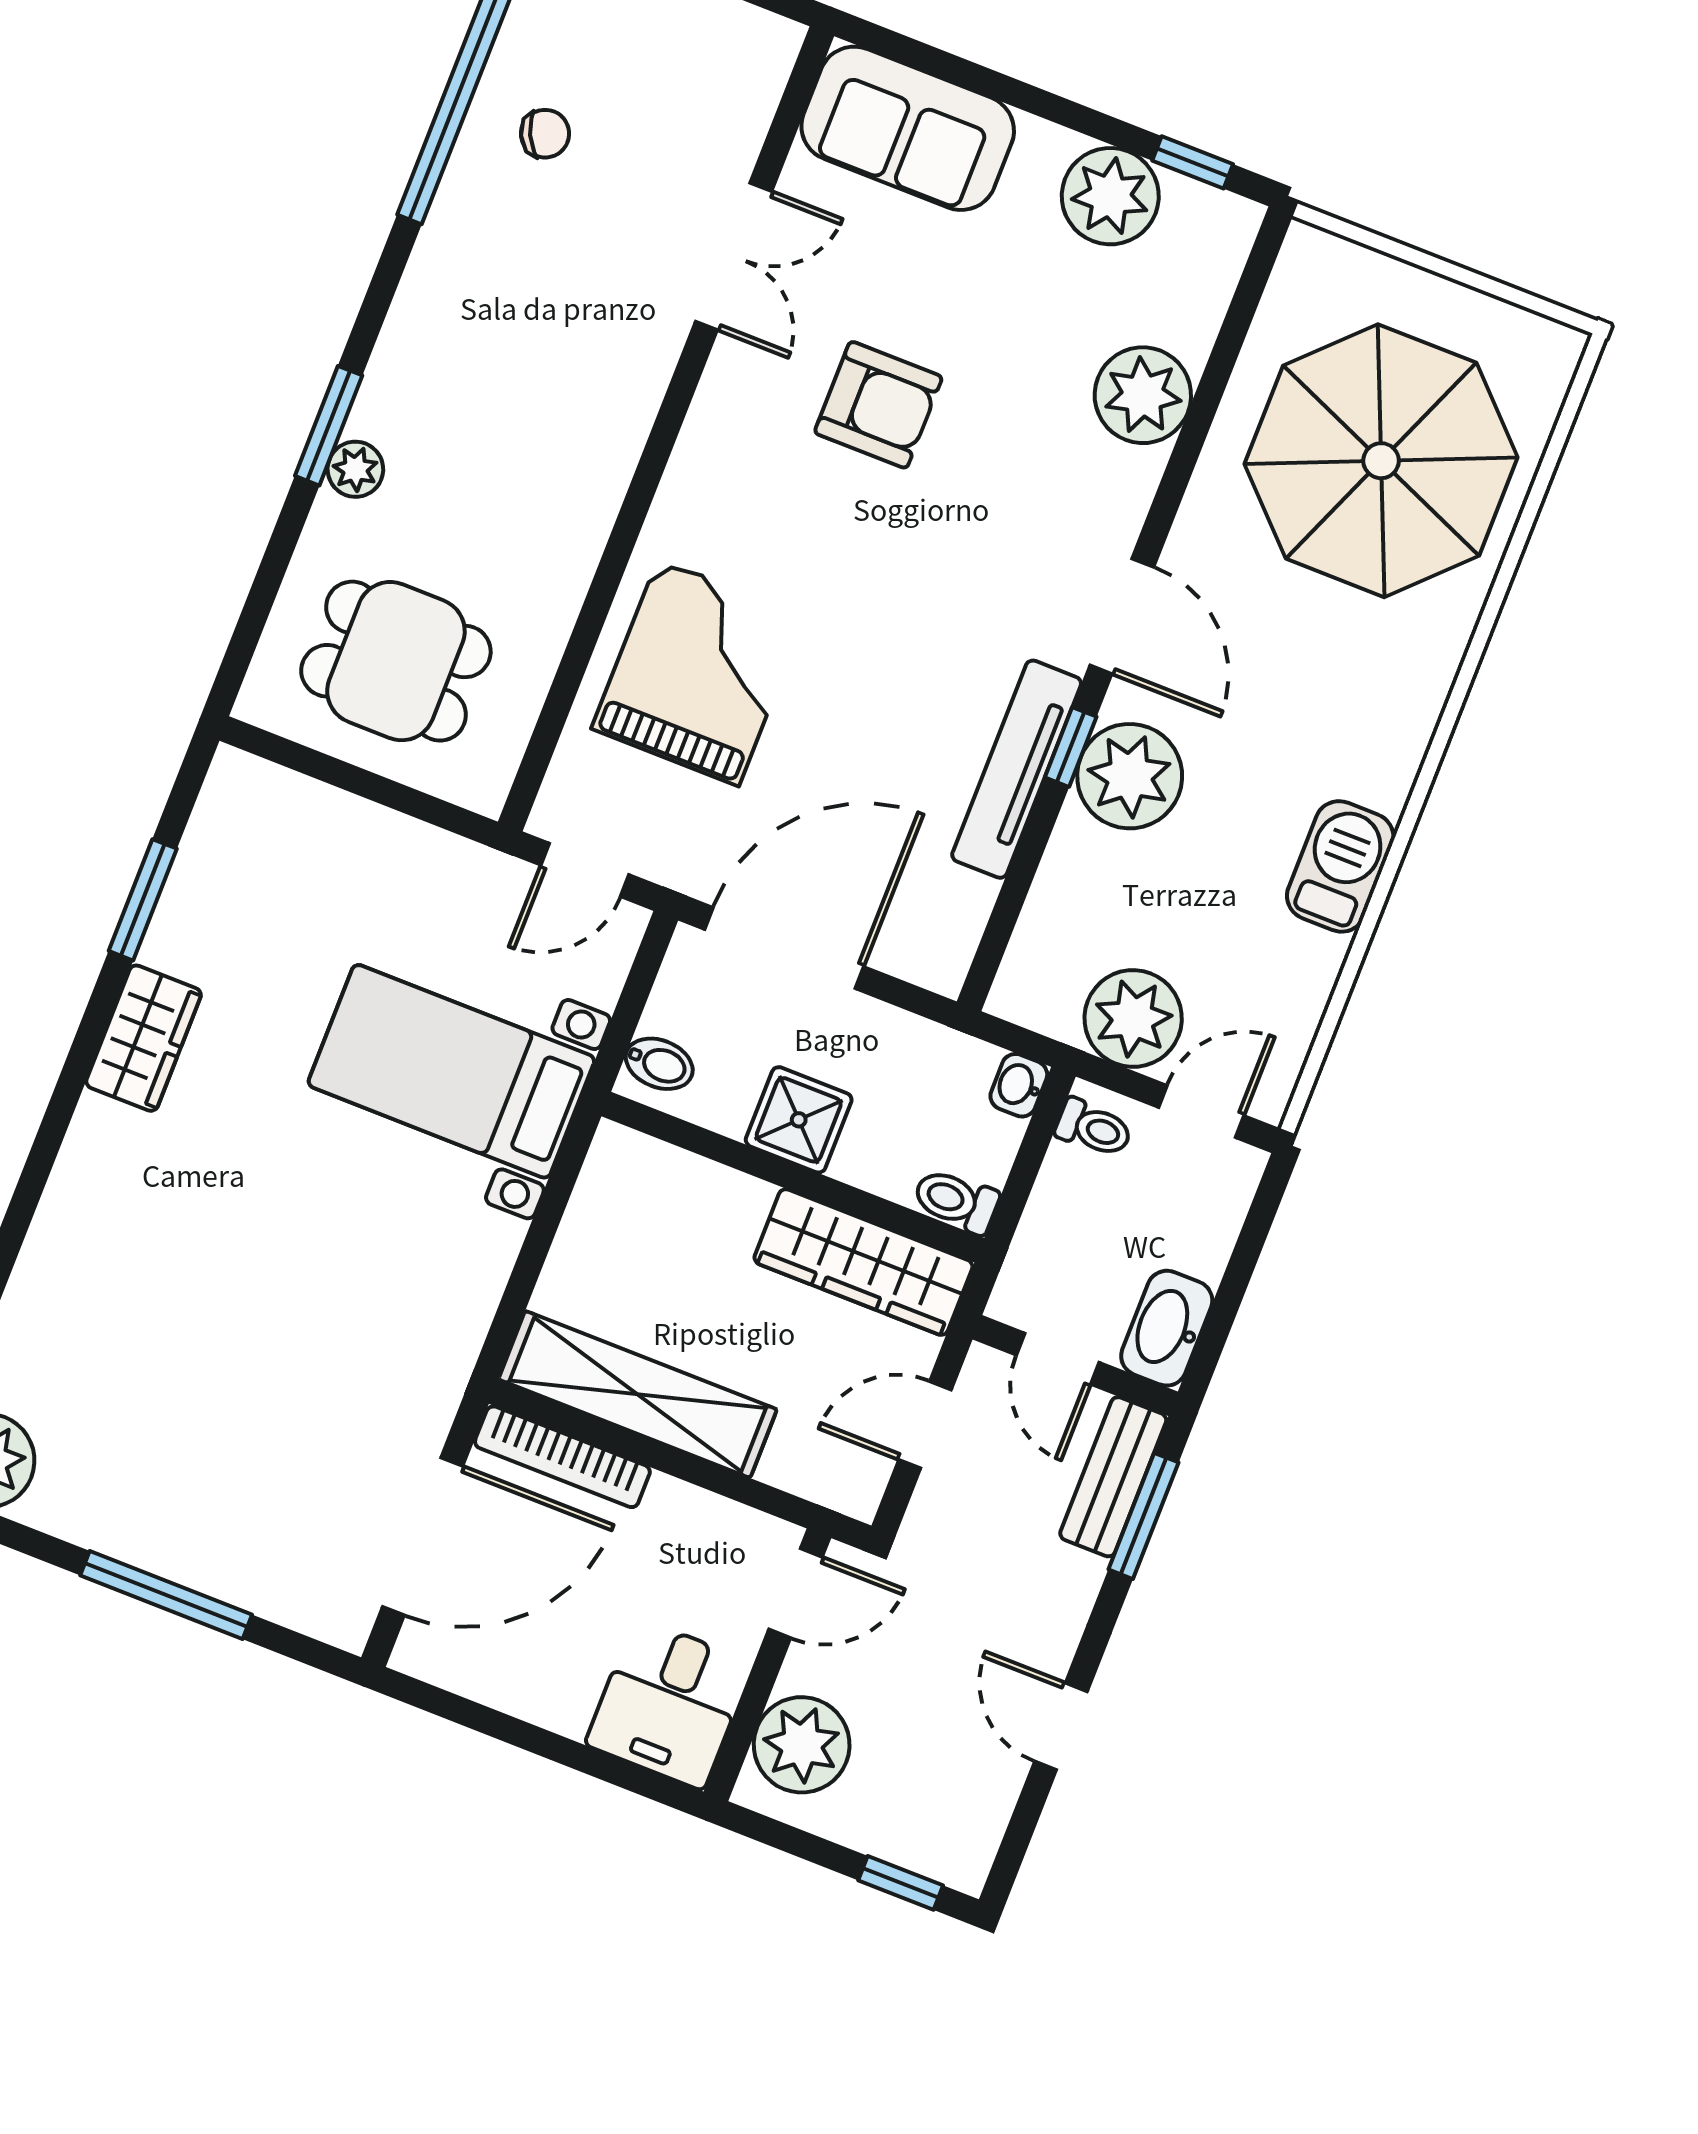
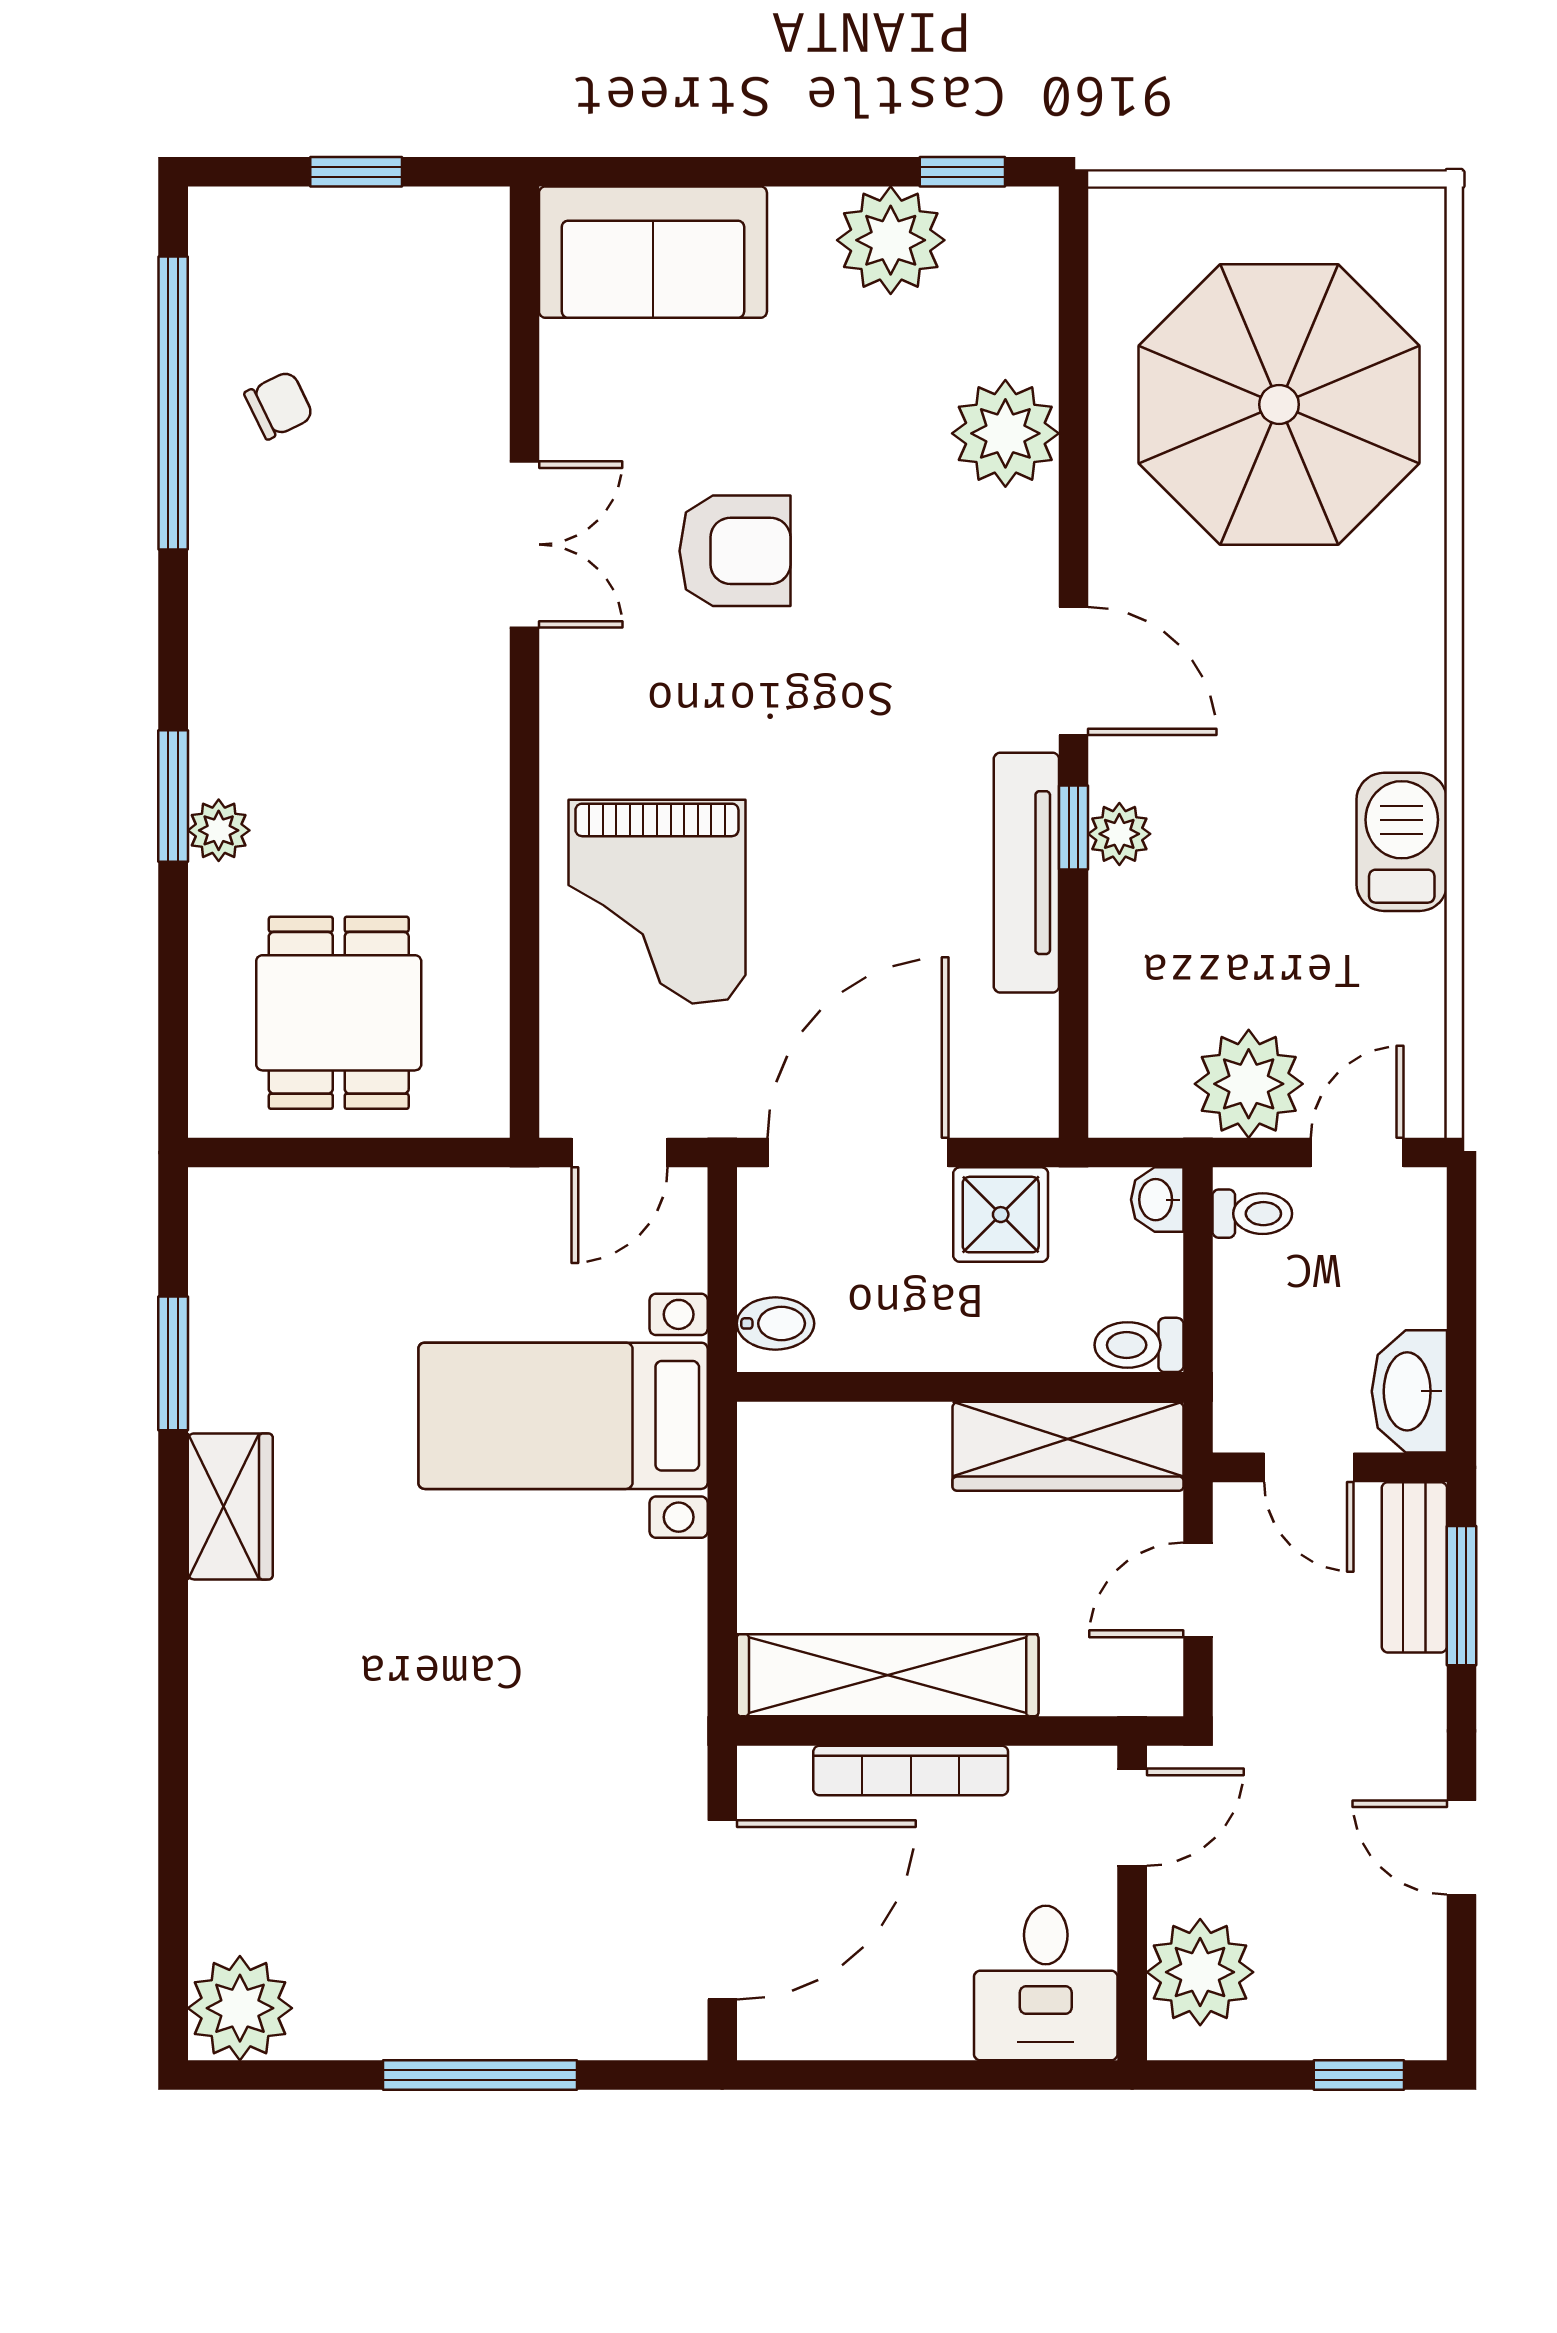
double door: (734, 256) -> (525, 544), moved
dining table: (396, 661) -> (339, 1013), turned 90
grand piano: (698, 672) -> (657, 902), turned 180
plant: (1130, 776) -> (1119, 834), width x0.53, depth x0.53
shower: (799, 1120) -> (1001, 1215), moved
bookcase: (562, 1457) -> (911, 1770), moved

